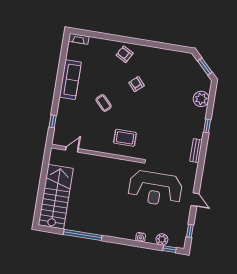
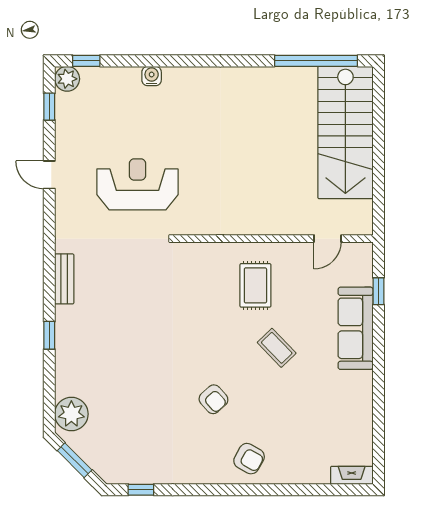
window: (177, 48) -> (141, 490), added
sofa: (70, 80) -> (356, 328), moved
plant: (201, 99) -> (71, 414), moved
rug: (125, 138) -> (255, 285), moved, turned 90
reception desk: (155, 189) -> (137, 184), width x0.74, depth x0.77
window: (83, 235) -> (316, 61), moved
plant: (162, 239) -> (67, 79), moved

